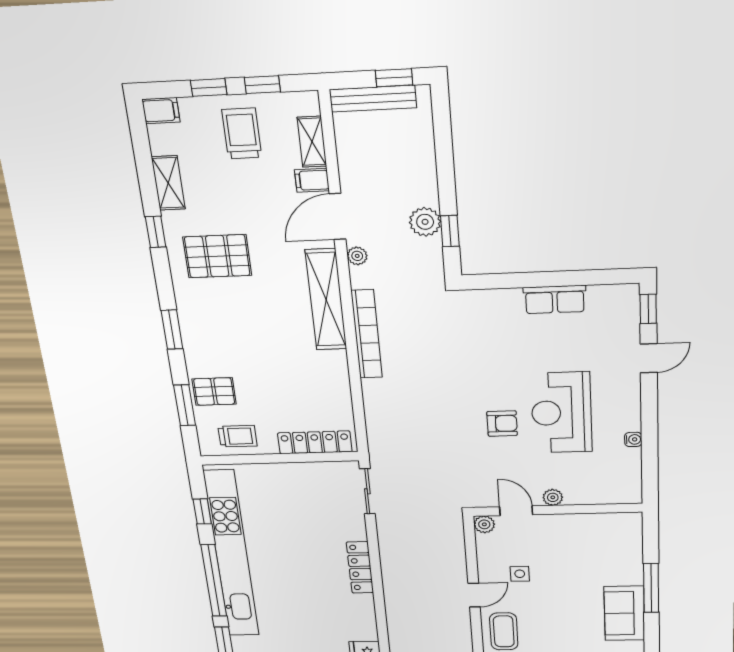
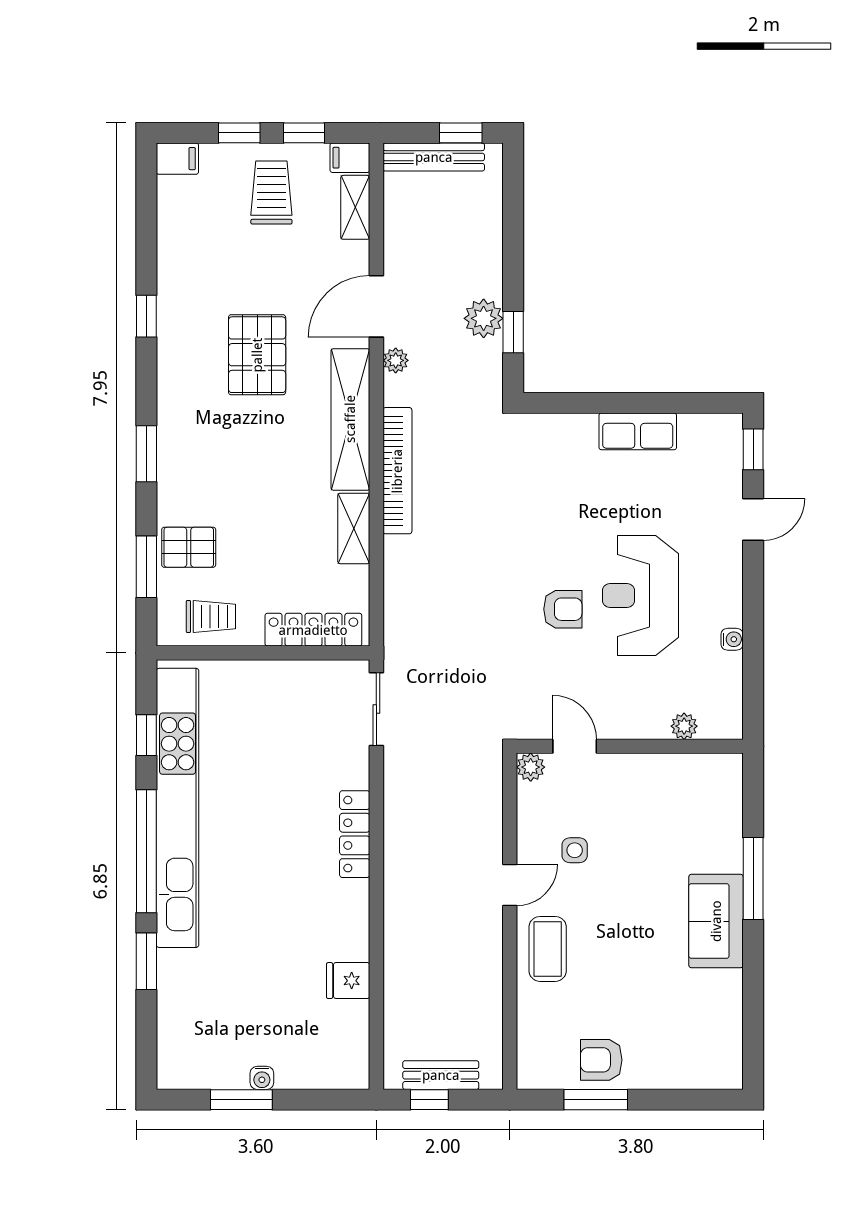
filing cabinet: (312, 180) -> (350, 158), moved
shelving: (168, 183) -> (354, 528), moved
pallet: (217, 256) -> (257, 355), moved, turned 90
plant: (553, 497) -> (684, 726), moved

